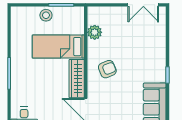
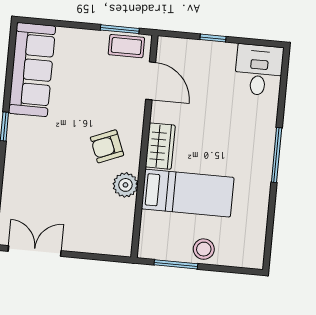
plant: (95, 32) -> (125, 185), moved
wardrobe: (77, 79) -> (160, 146), width x0.67

